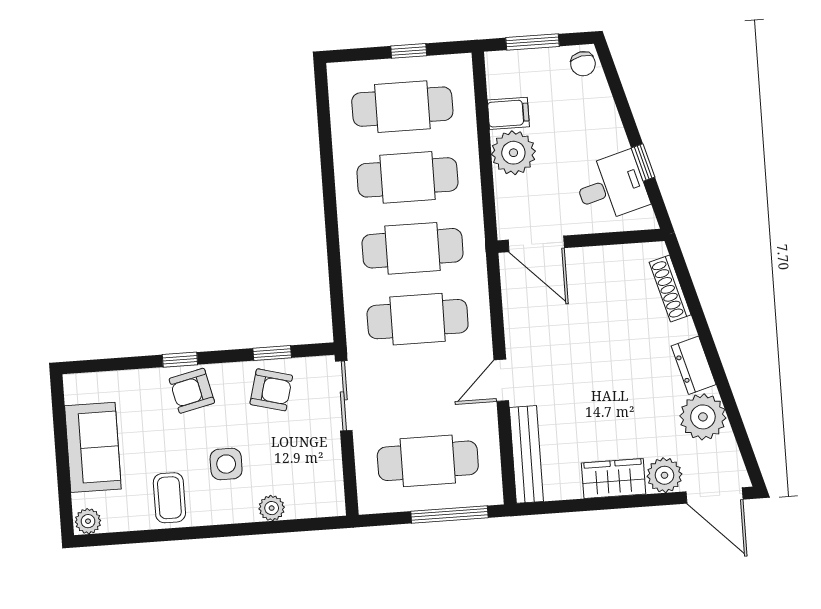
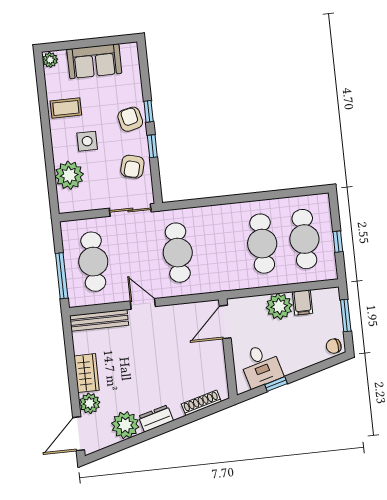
cafe table: (413, 248) -> (220, 248), removed
window: (272, 353) -> (152, 146), moved
plant: (272, 508) -> (69, 175), width x1.87, depth x1.87

